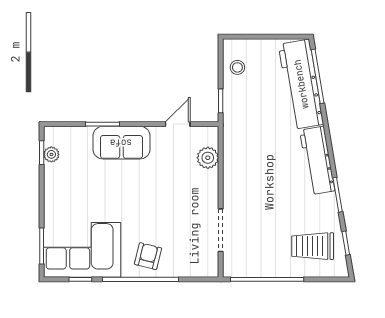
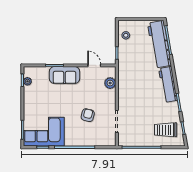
door: (178, 124) -> (94, 65), hinge flipped
armchair: (148, 256) -> (88, 115), moved

